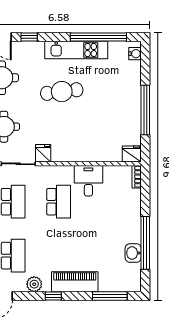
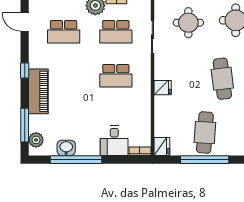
cafe table: (117, 110) -> (205, 132), added
fridge: (43, 153) -> (163, 88), moved
desk: (88, 181) -> (114, 141), moved, turned 90
plant: (34, 284) -> (36, 140), moved

